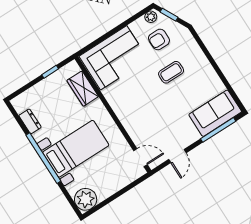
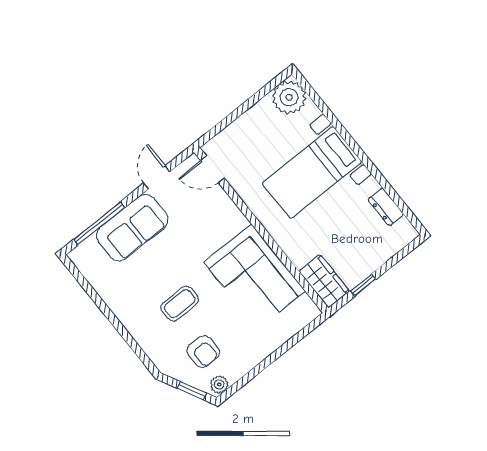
armchair: (159, 39) -> (203, 351), turned 90
corner sofa: (114, 58) -> (254, 277), moved, turned -90
wardrobe: (83, 89) -> (324, 281), moved
sofa: (215, 113) -> (132, 228), moved
window: (43, 158) -> (360, 153), removed

